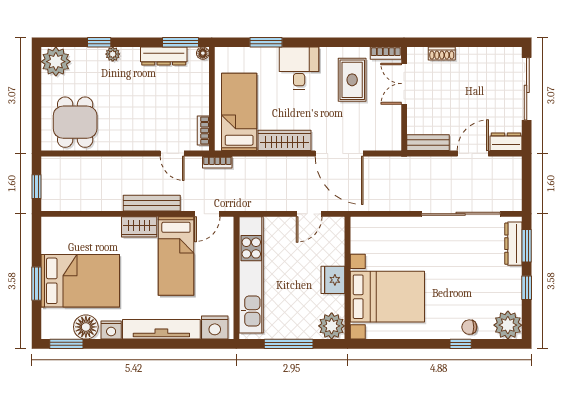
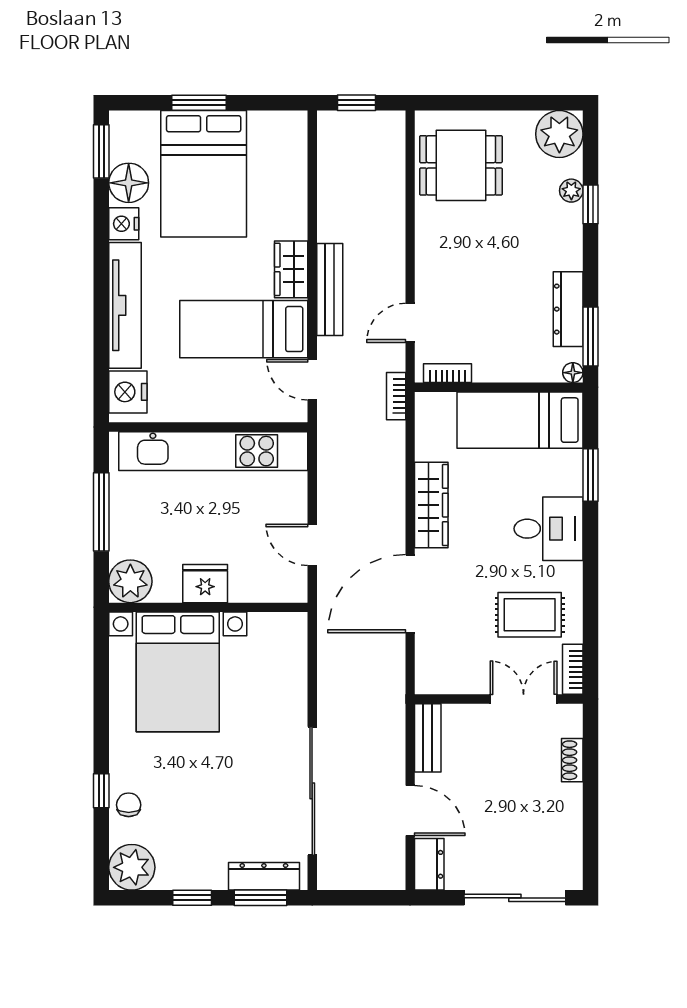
plant: (113, 54) -> (571, 191), moved
bed: (239, 112) -> (520, 420), moved, turned 180

